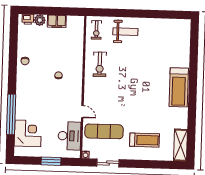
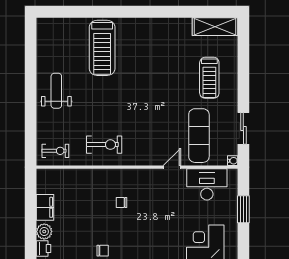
weight bench: (125, 32) -> (56, 91), moved
treadmill: (179, 87) -> (102, 48), moved, turned 90
treadmill: (144, 140) -> (209, 78), turned 180

